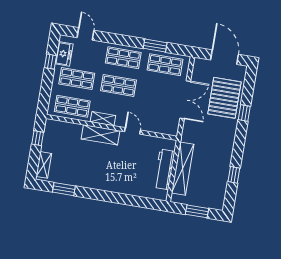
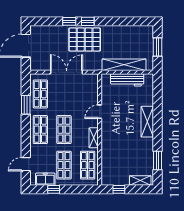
pallet: (224, 98) -> (85, 39), moved
shelving: (100, 135) -> (147, 122), moved
window: (234, 175) -> (88, 21), moved

